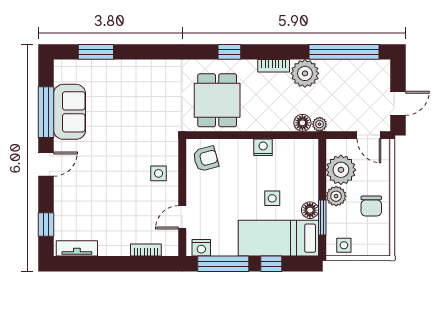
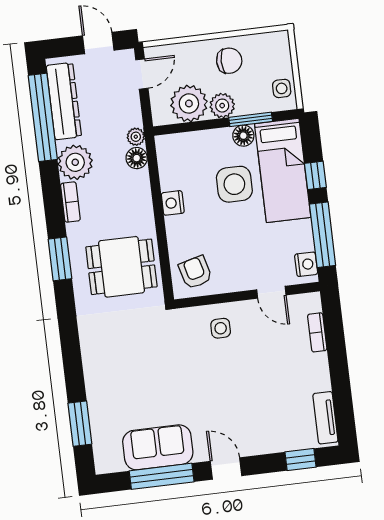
window: (229, 52) -> (60, 259), width x1.50
dresser: (355, 70) -> (64, 101), added
side table: (272, 198) -> (234, 184), width x1.87, depth x1.87

